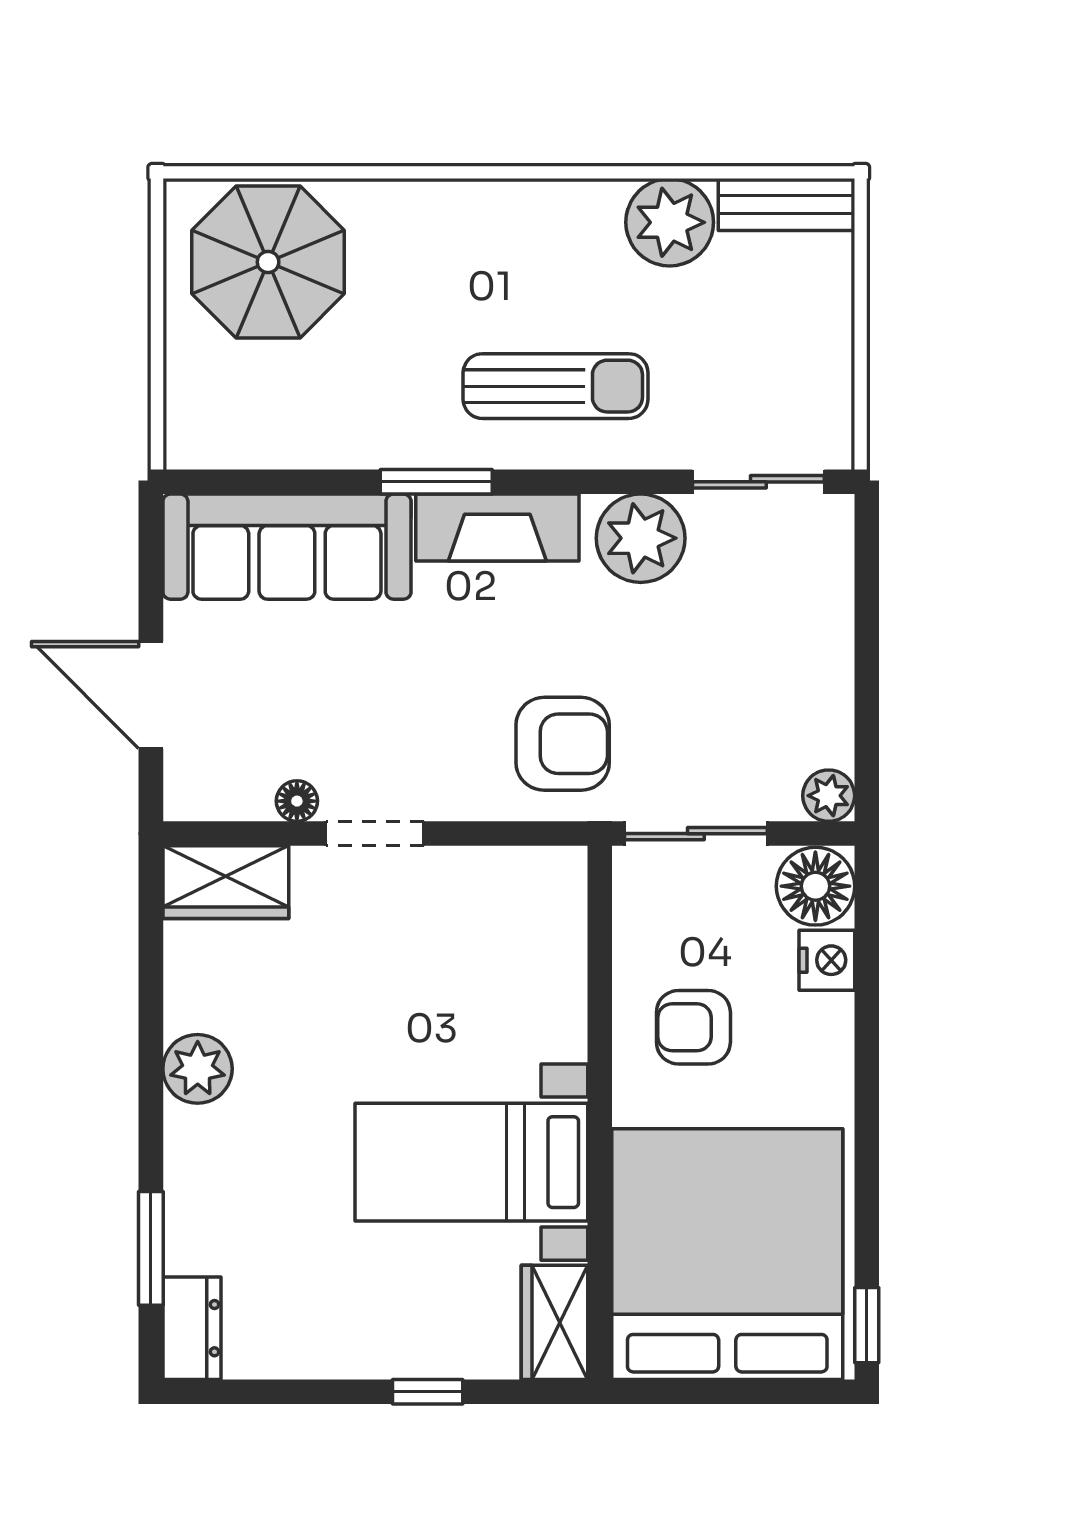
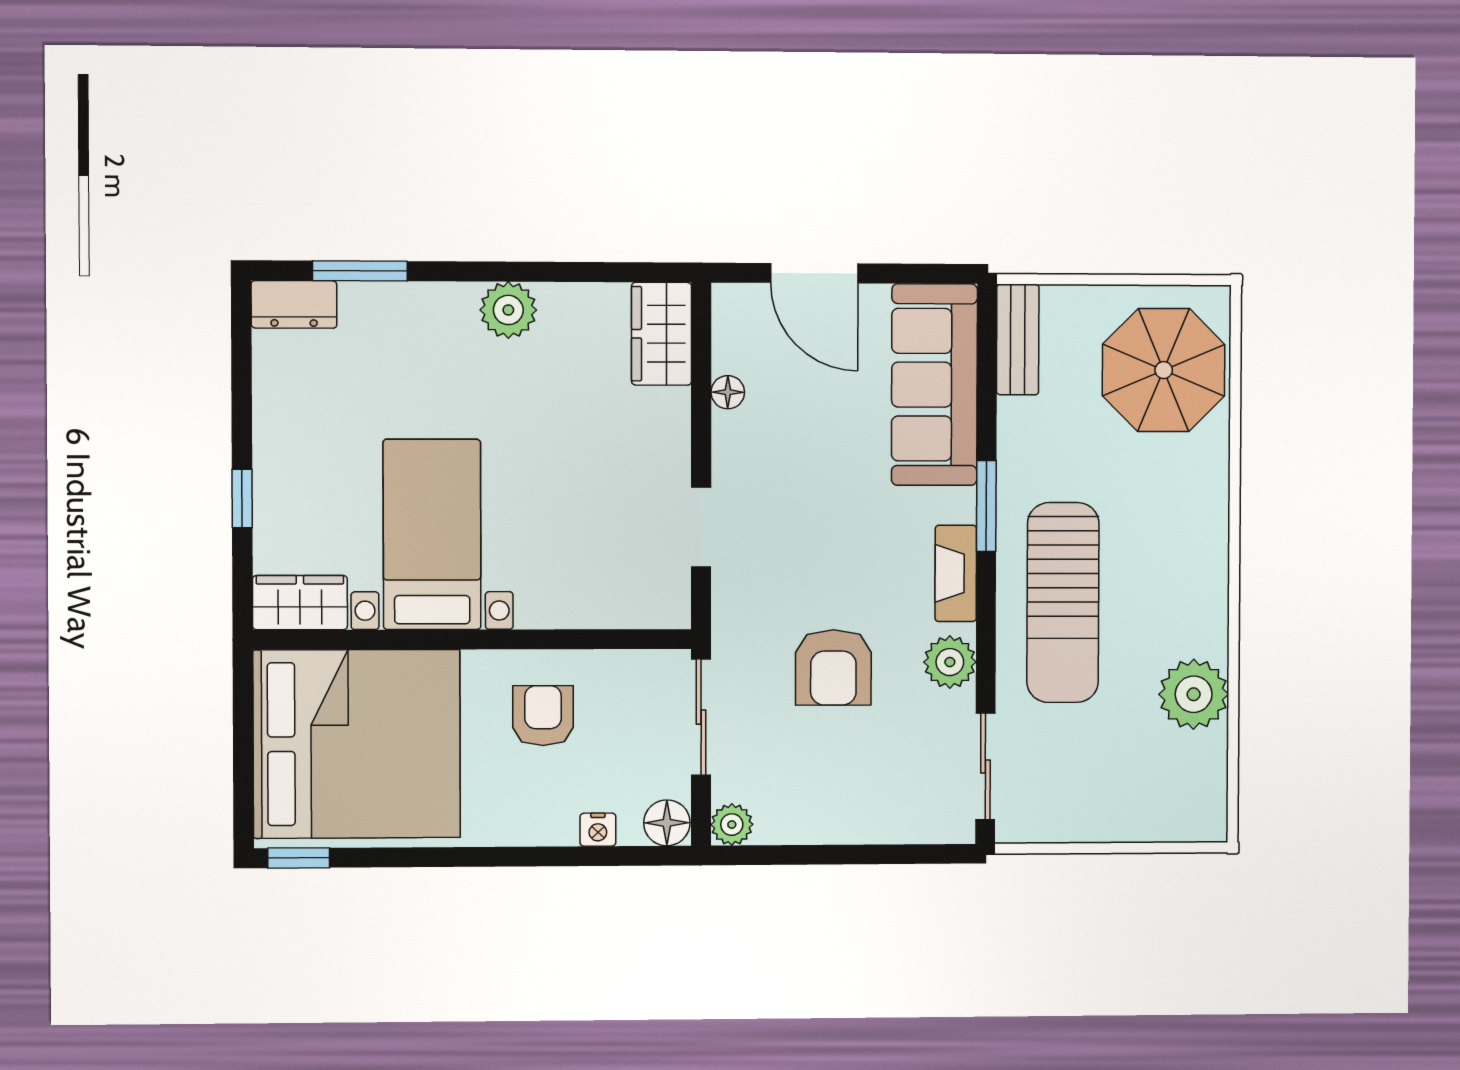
bench: (786, 205) -> (1018, 340), moved
sun lounger: (556, 386) -> (1063, 603), width x1.36, depth x1.34
fireplace: (497, 527) -> (956, 573), width x0.73, depth x0.76
plant: (641, 538) -> (950, 662), width x0.73, depth x0.73
door: (151, 695) -> (814, 273), swing flipped
armchair: (563, 744) -> (833, 667), moved
doorway: (375, 834) -> (701, 527), moved
floor lamp: (815, 886) -> (667, 823), width x0.73, depth x0.73
nightstand: (827, 960) -> (598, 830), width x0.72, depth x0.74

